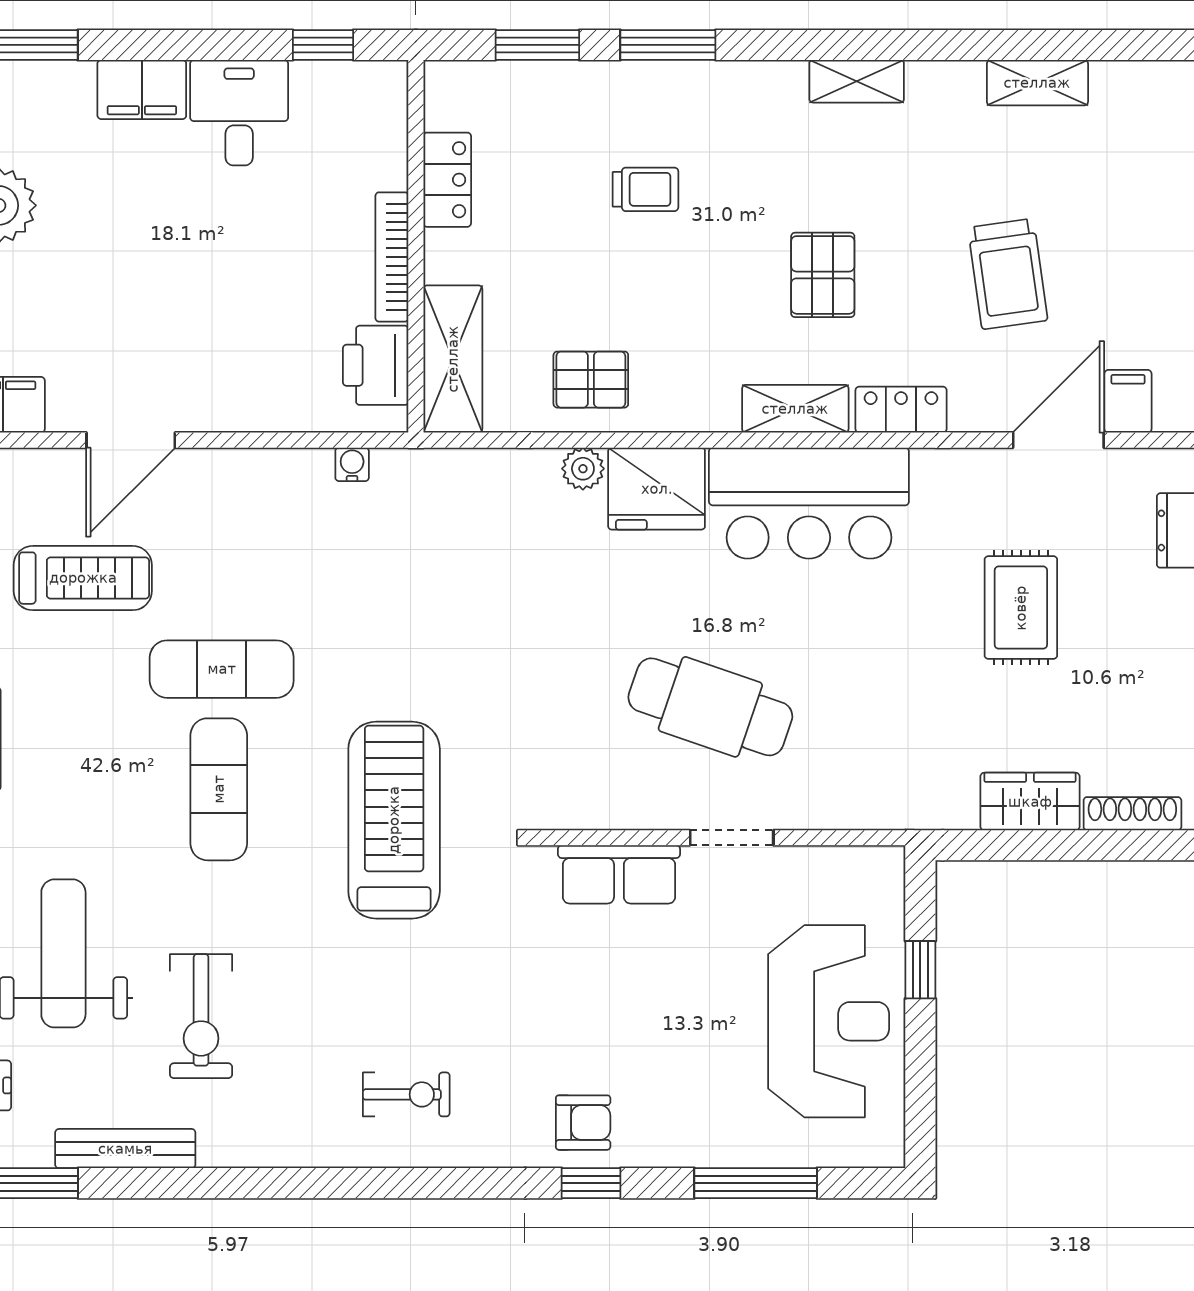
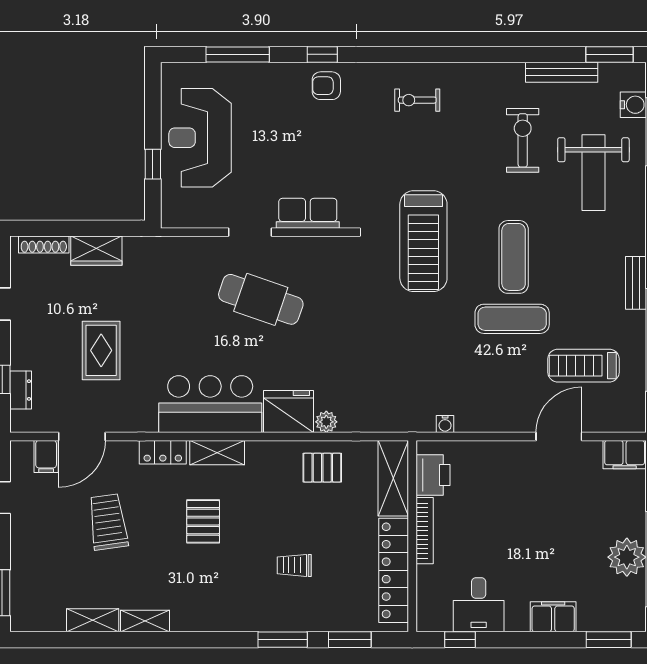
shelving: (857, 81) -> (145, 621), moved
desk: (239, 113) -> (479, 605), moved
locker: (447, 180) -> (394, 570), width x2.16, depth x1.21

